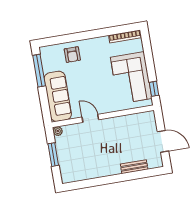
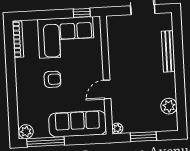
plant: (46, 53) -> (26, 132), added
armchair: (72, 55) -> (52, 79), moved
bench: (134, 167) -> (168, 51), width x1.36
plant: (82, 173) -> (169, 106), added

